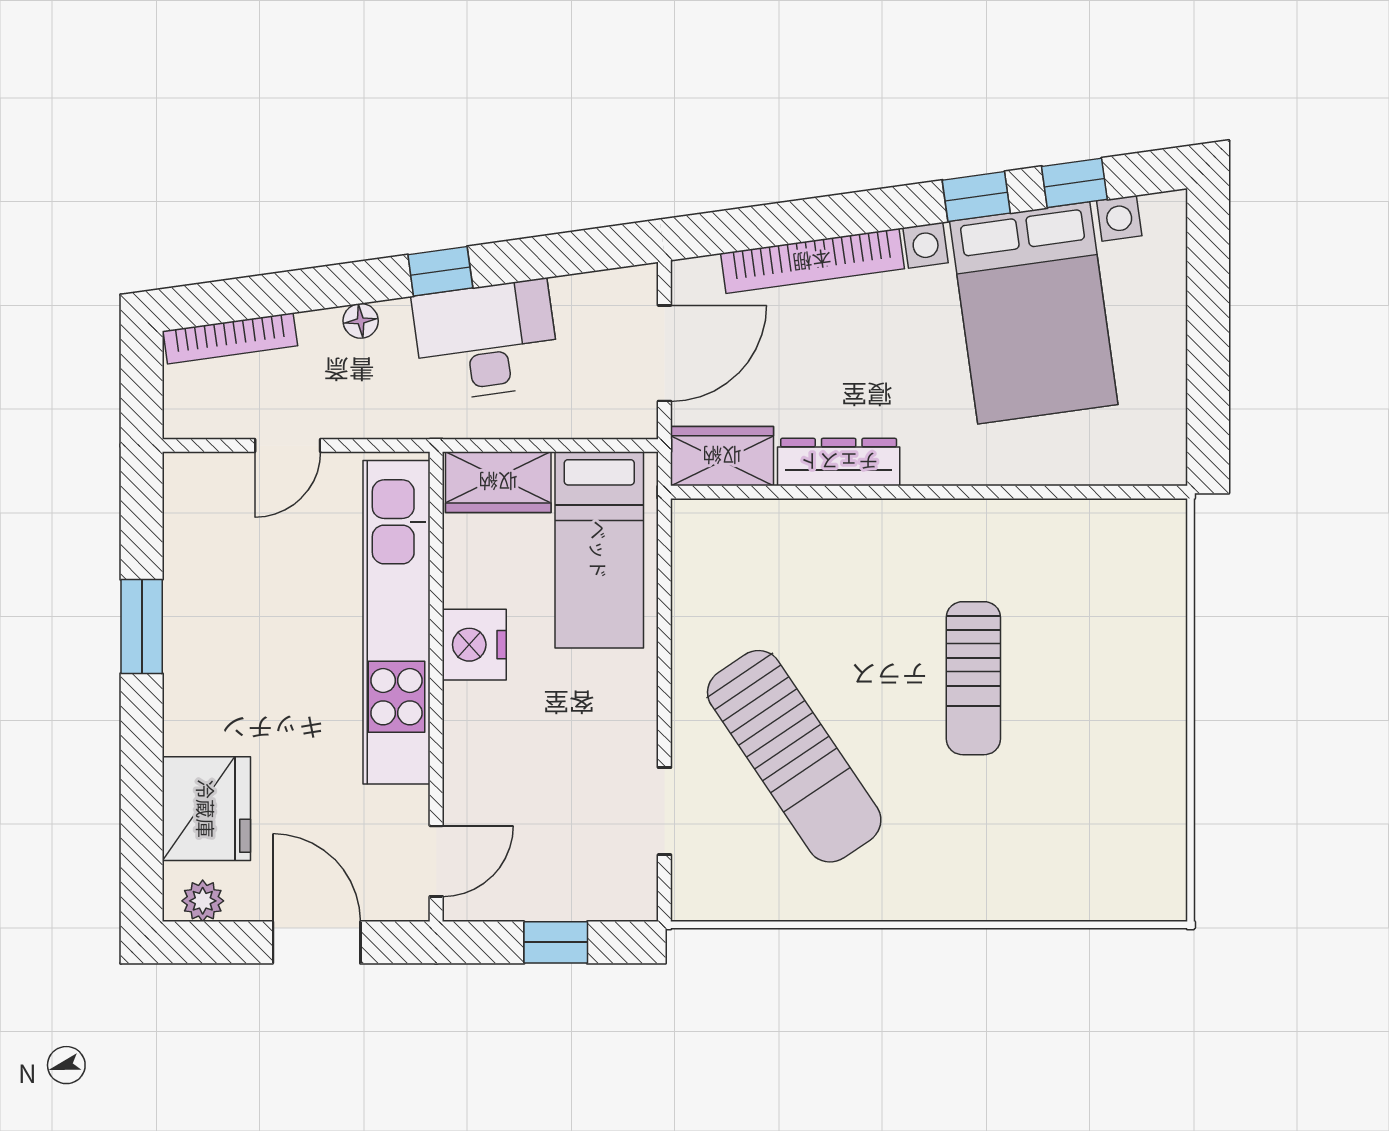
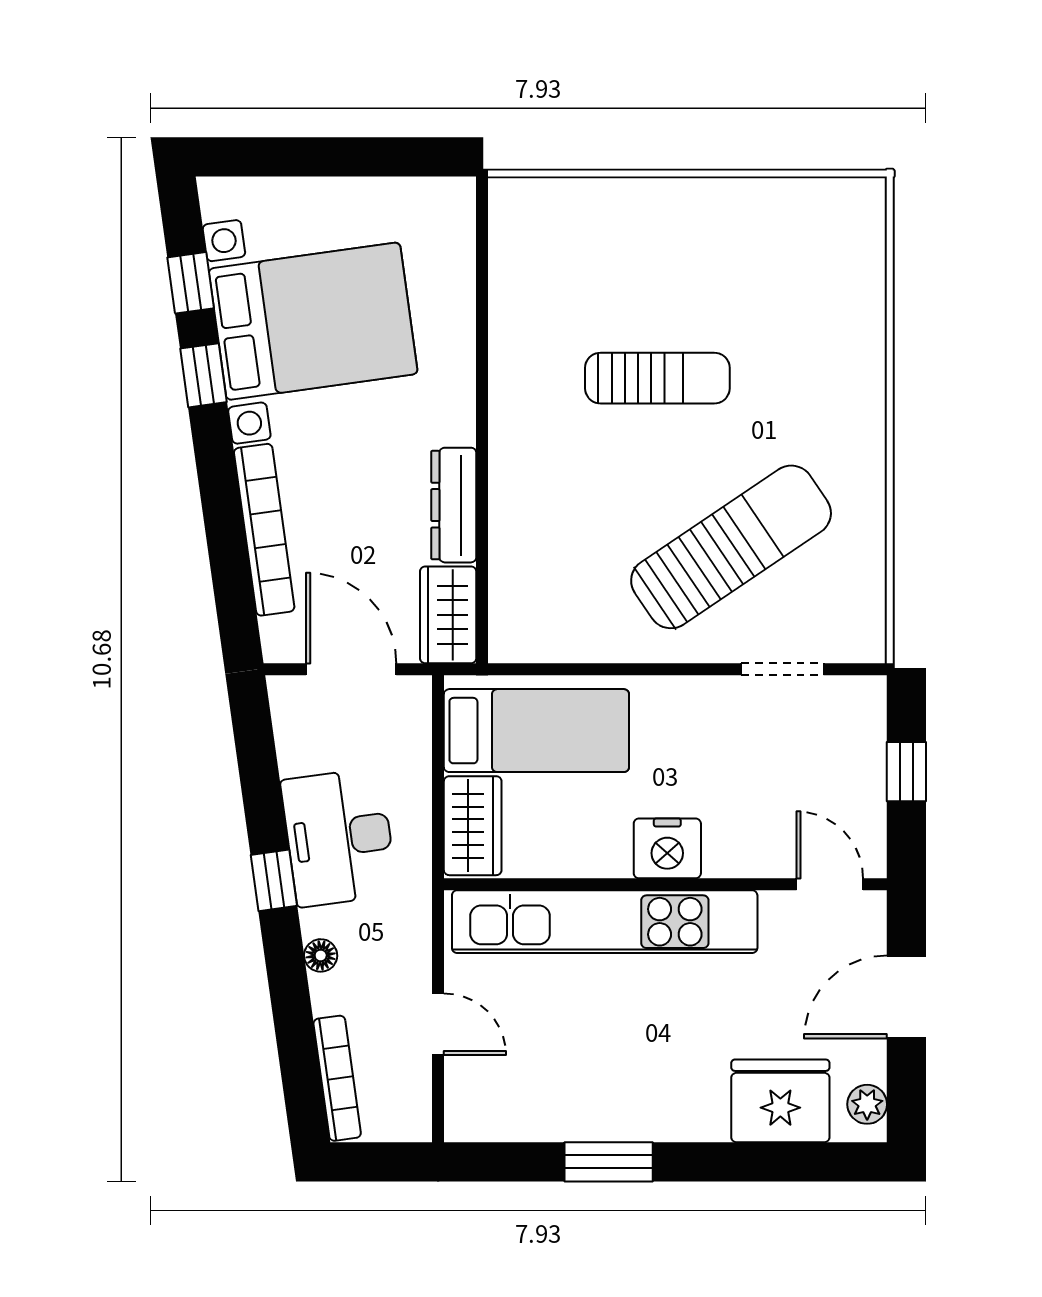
nightstand: (474, 645) -> (667, 848), moved

